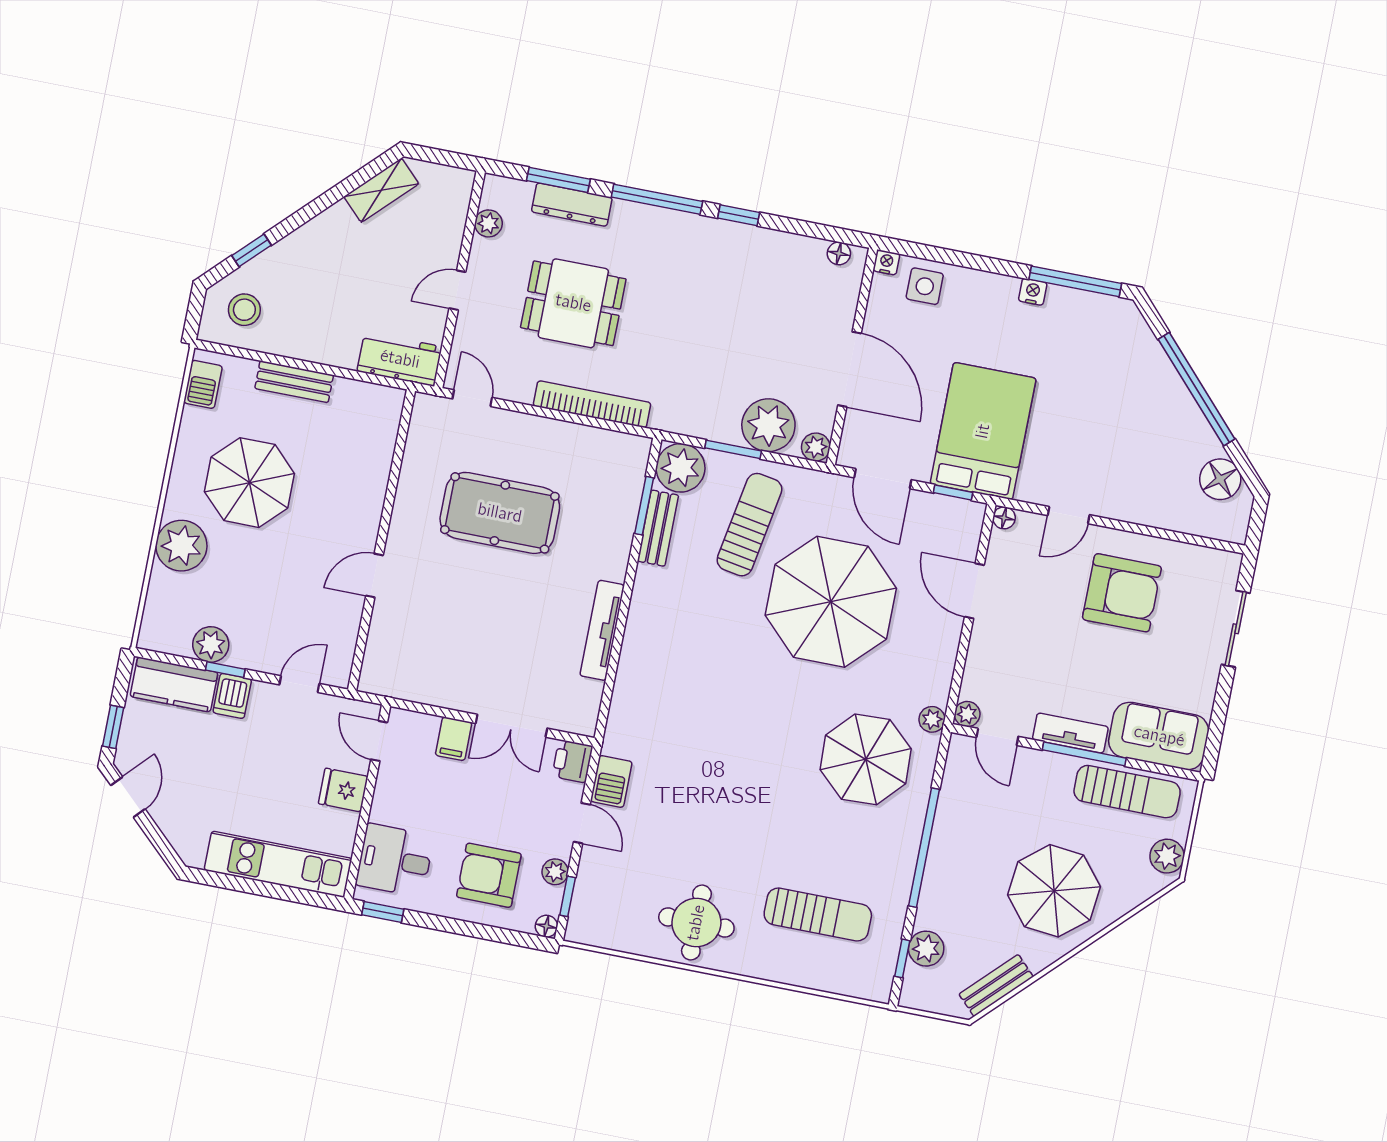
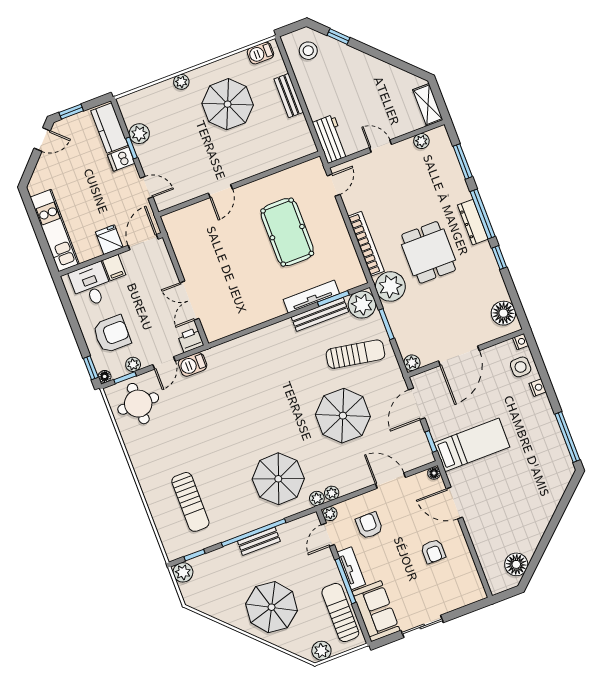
shelving: (381, 190) -> (428, 105), moved, turned 45
dresser: (572, 205) -> (473, 222), moved
floor lamp: (839, 253) -> (503, 313), width x1.89, depth x1.89
nightstand: (1033, 292) -> (538, 388), moved
dining table: (573, 303) -> (429, 252), moved
window: (1197, 389) -> (552, 527), removed
plant: (768, 425) -> (390, 286), moved
bed: (983, 431) -> (472, 445), width x0.67
door: (1069, 515) -> (454, 503), width x1.37
bench: (658, 528) -> (320, 314), width x1.36
plant: (181, 546) -> (181, 82), width x0.53, depth x0.53
door: (375, 576) -> (220, 191), swing flipped
door: (974, 591) -> (390, 481), hinge flipped
armchair: (1122, 593) -> (433, 551), width x0.53, depth x0.53
parasol: (831, 602) -> (343, 416), width x0.73, depth x0.73
sliding door: (1236, 629) -> (422, 626), moved
tv unit: (602, 630) -> (311, 297), moved
armchair: (1022, 666) -> (369, 525), added
plant: (938, 692) -> (332, 493), added
filing cabinet: (454, 739) -> (114, 267), moved, turned -90
door: (379, 741) -> (143, 242), width x1.38
sun lounger: (1127, 792) -> (340, 613), turned 180
armchair: (489, 875) -> (112, 334), turned 90
window: (383, 912) -> (91, 368), moved
round table: (696, 923) -> (138, 404), moved
plant: (926, 949) -> (183, 572), moved
bench: (996, 985) -> (259, 541), moved, turned -45

